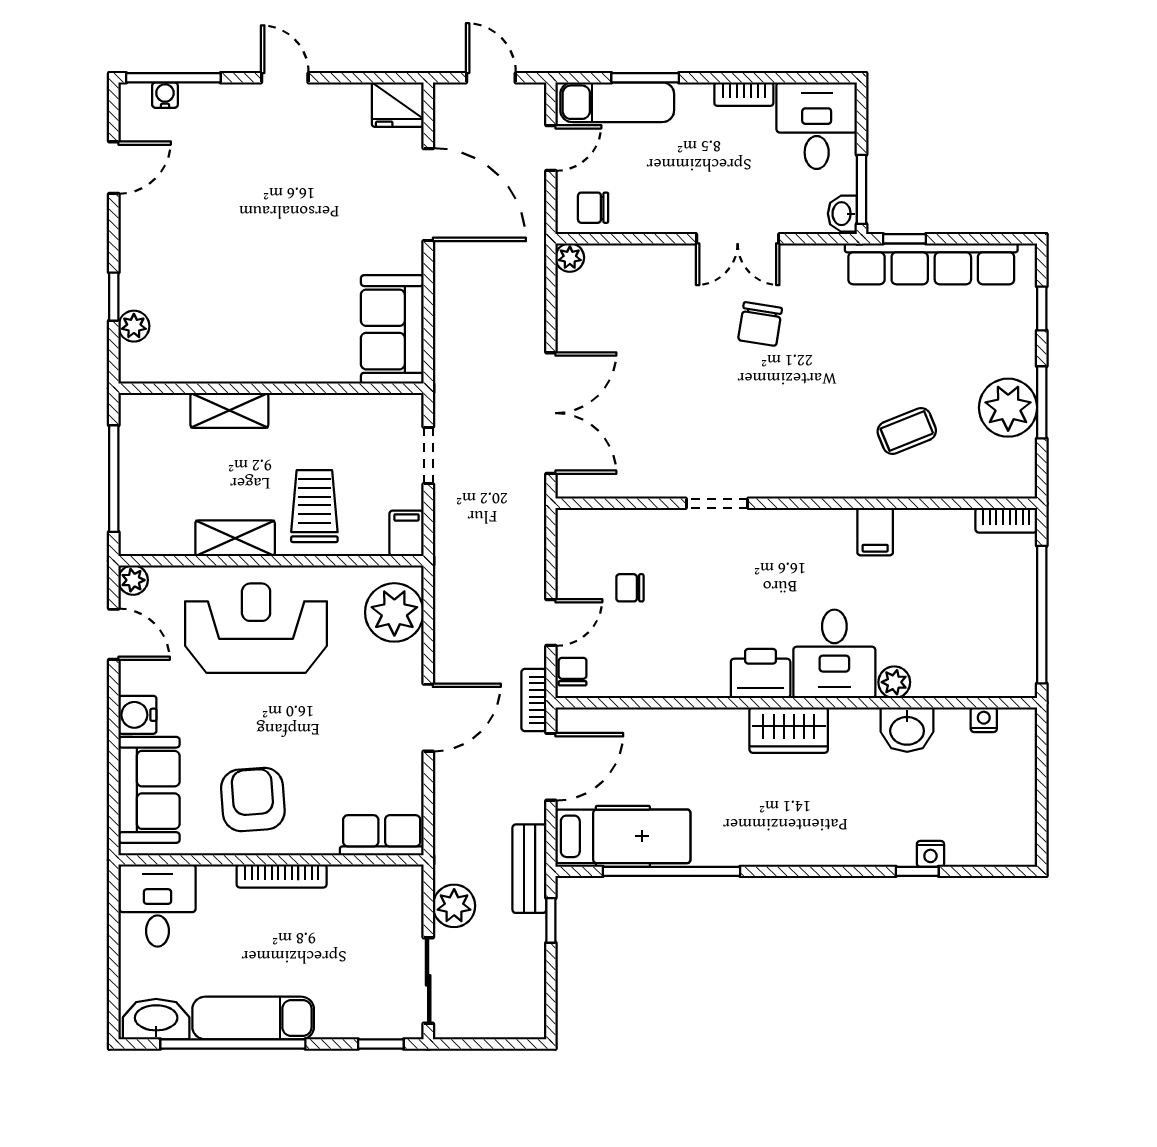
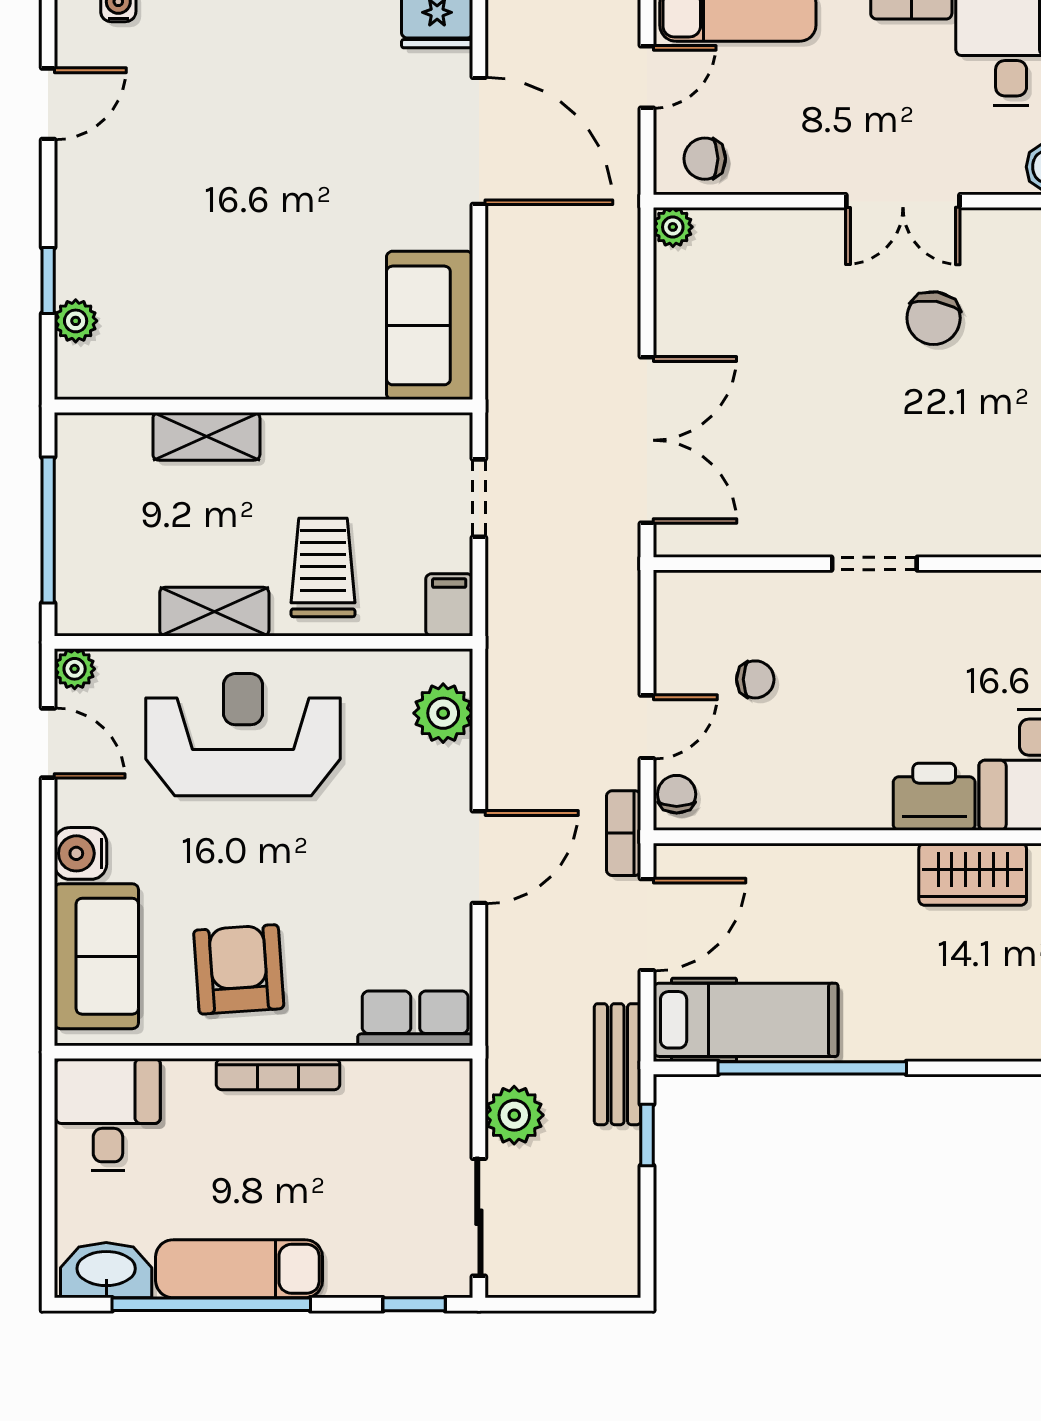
chair: (630, 588) -> (755, 679), turned 180
plant: (394, 612) -> (443, 713), width x0.73, depth x0.73

